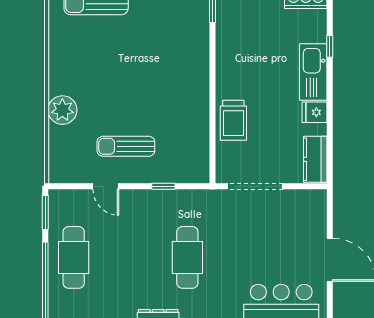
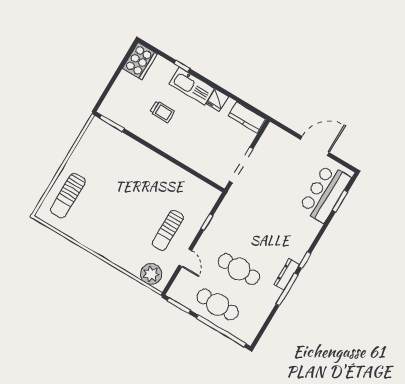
plant: (62, 110) -> (151, 274), moved
trolley: (233, 120) -> (162, 112), moved, width x0.73, depth x0.72
door: (106, 186) -> (185, 258), hinge flipped
cafe table: (187, 257) -> (239, 269), moved

